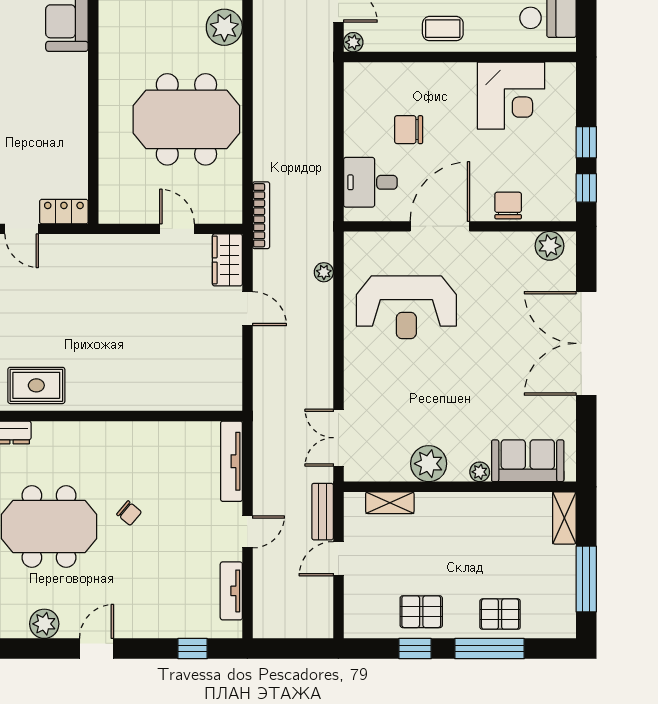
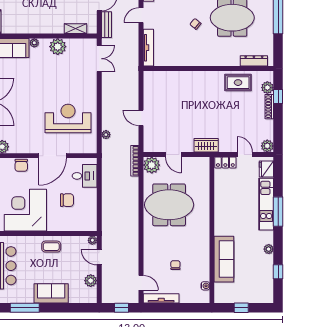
plant: (224, 27) -> (152, 165), moved
corner desk: (511, 96) -> (25, 210), width x1.36, depth x1.36
wardrobe: (227, 260) -> (206, 145), moved, turned -90

